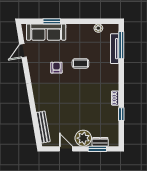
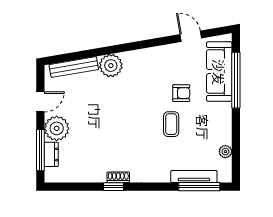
window: (52, 21) -> (236, 80), width x2.11
armchair: (56, 68) -> (181, 93), moved
plant: (42, 103) -> (111, 66), added
window: (121, 114) -> (114, 187), moved
window: (97, 149) -> (40, 150), width x1.44

